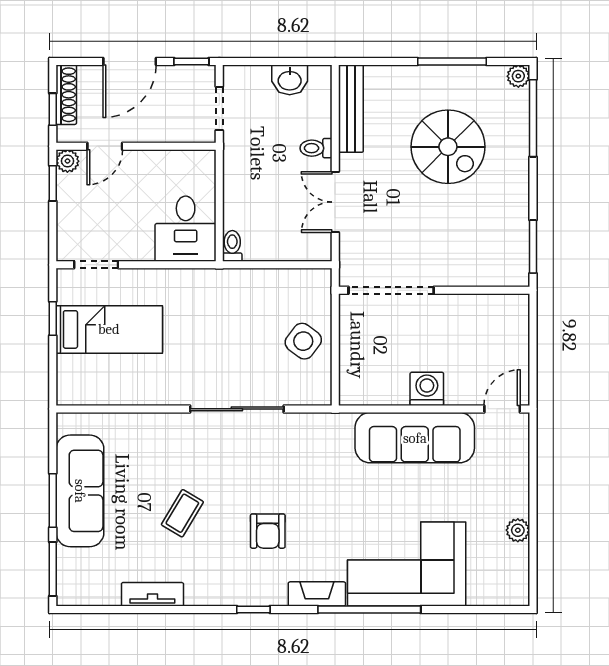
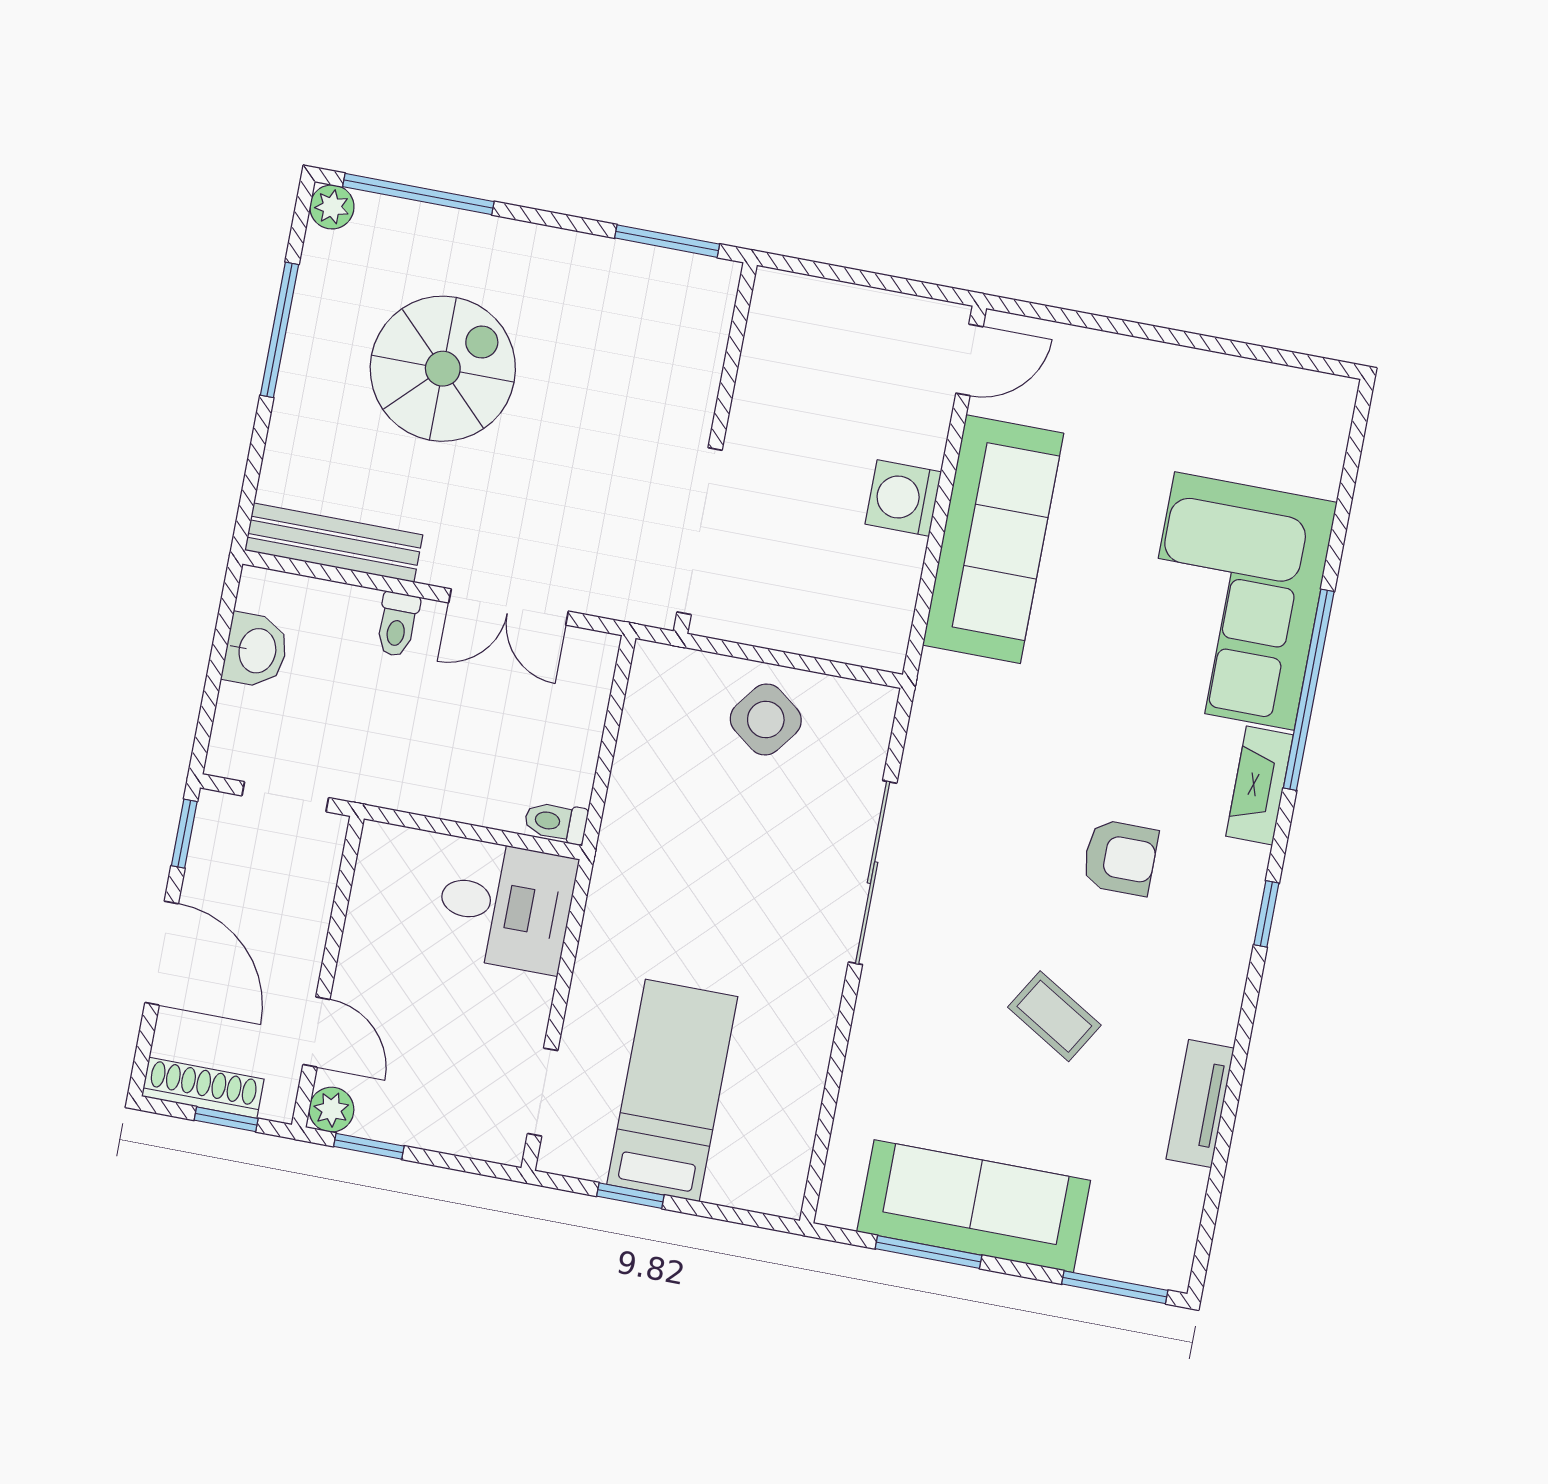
door: (502, 409) -> (969, 360), swing flipped
window: (53, 501) -> (929, 1252), moved
plant: (518, 530) -> (1210, 374), removed

